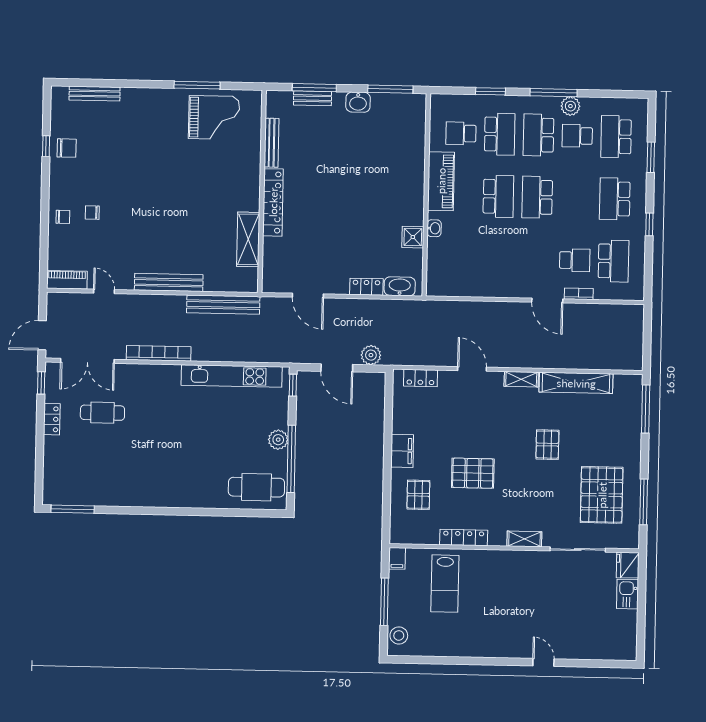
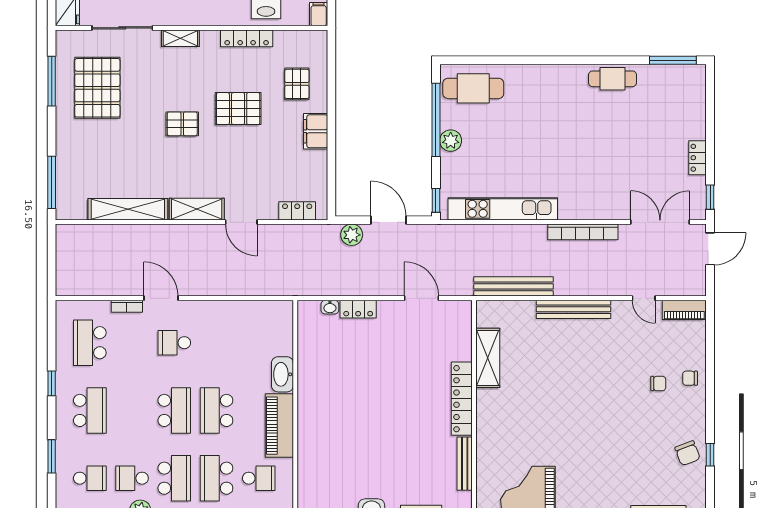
school desk: (577, 136) -> (132, 478), turned 180
school desk: (616, 137) -> (90, 478), width x0.54
chair: (67, 148) -> (688, 453), turned -111
washbasin: (434, 228) -> (282, 374), width x1.91, depth x1.45
shower: (413, 237) -> (309, 364), removed
school desk: (575, 260) -> (174, 343), moved
washbasin: (400, 286) -> (330, 307), width x0.52, depth x0.69
shelving: (521, 379) -> (197, 209), width x1.50, depth x1.33
cafe table: (102, 413) -> (613, 79), moved
pallet: (547, 445) -> (182, 124), moved, turned 90

